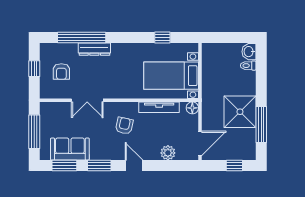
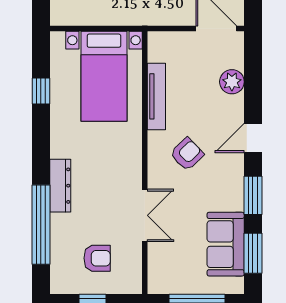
dresser: (94, 49) -> (60, 186), moved
floor lamp: (192, 108) -> (157, 41), removed
armchair: (124, 126) -> (187, 154), turned 124

